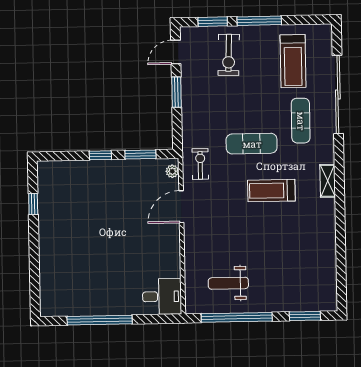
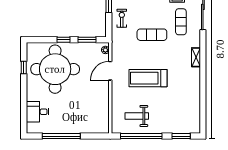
exercise bike: (200, 164) -> (122, 18), moved
treadmill: (271, 191) -> (148, 78), moved, width x1.37, depth x1.38
round table: (87, 206) -> (55, 69), added
desk: (162, 297) -> (38, 112), moved, turned 180

